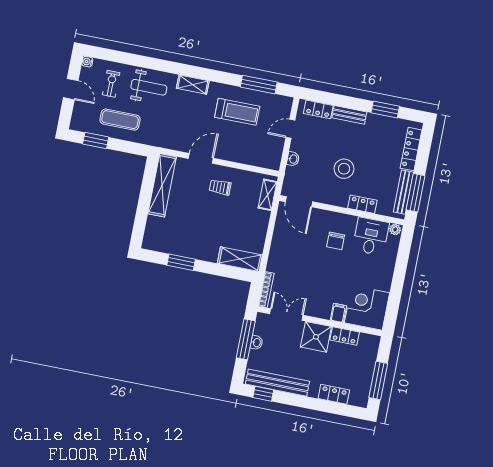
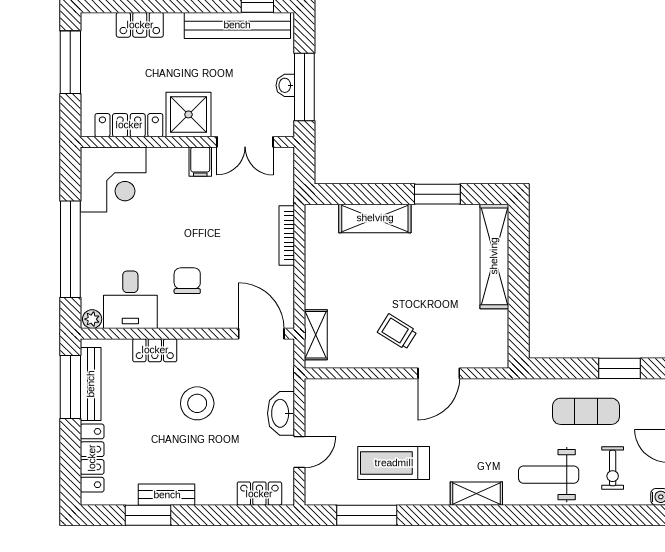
bench: (349, 115) -> (167, 495), moved
washbasin: (293, 159) -> (281, 413), width x1.91, depth x1.45
shelving: (162, 185) -> (494, 256), moved
trolley: (220, 187) -> (397, 332), turned -148
shelving: (240, 259) -> (375, 218), moved
window: (400, 272) -> (70, 249), added
bookcase: (266, 290) -> (287, 235), moved
filing cabinet: (338, 313) -> (200, 162), moved
locker: (345, 336) -> (129, 125), width x1.53

